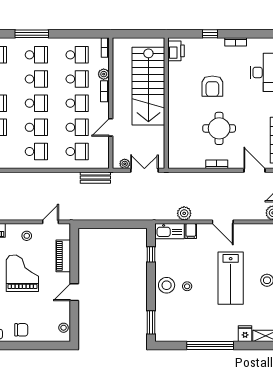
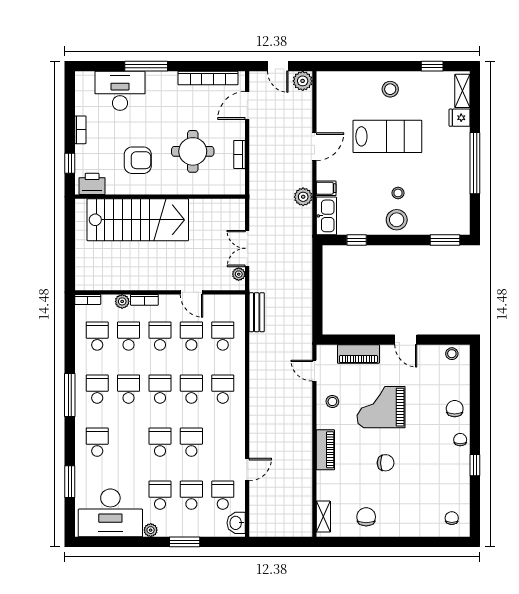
printer: (176, 51) -> (92, 184), moved
stairs: (148, 86) -> (138, 220), moved
wall: (166, 103) -> (160, 197), moved

